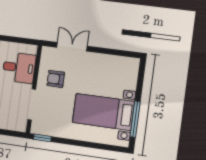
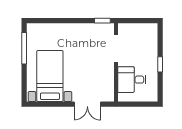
armchair: (56, 79) -> (98, 74), removed
bed with nightstands: (103, 112) -> (50, 76), moved, turned -90

